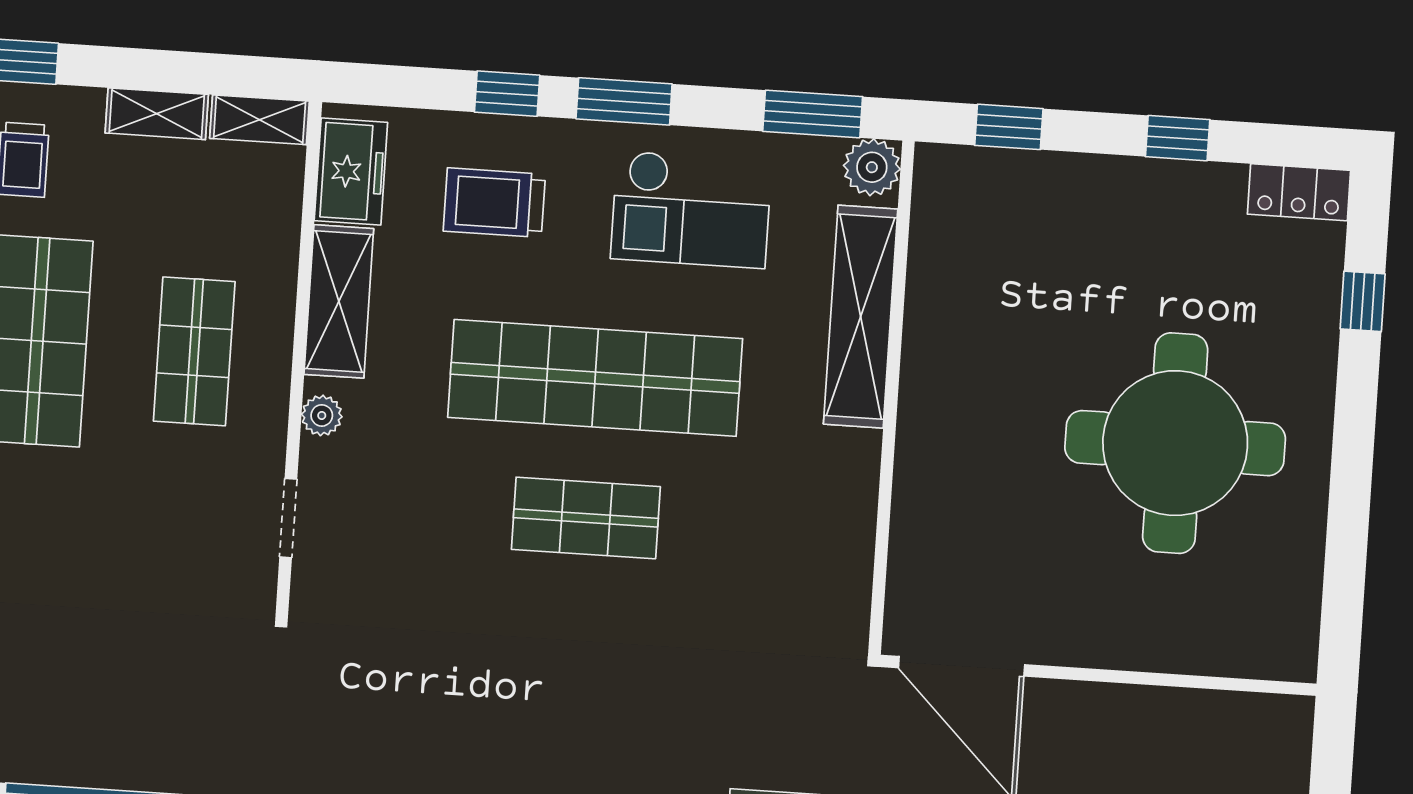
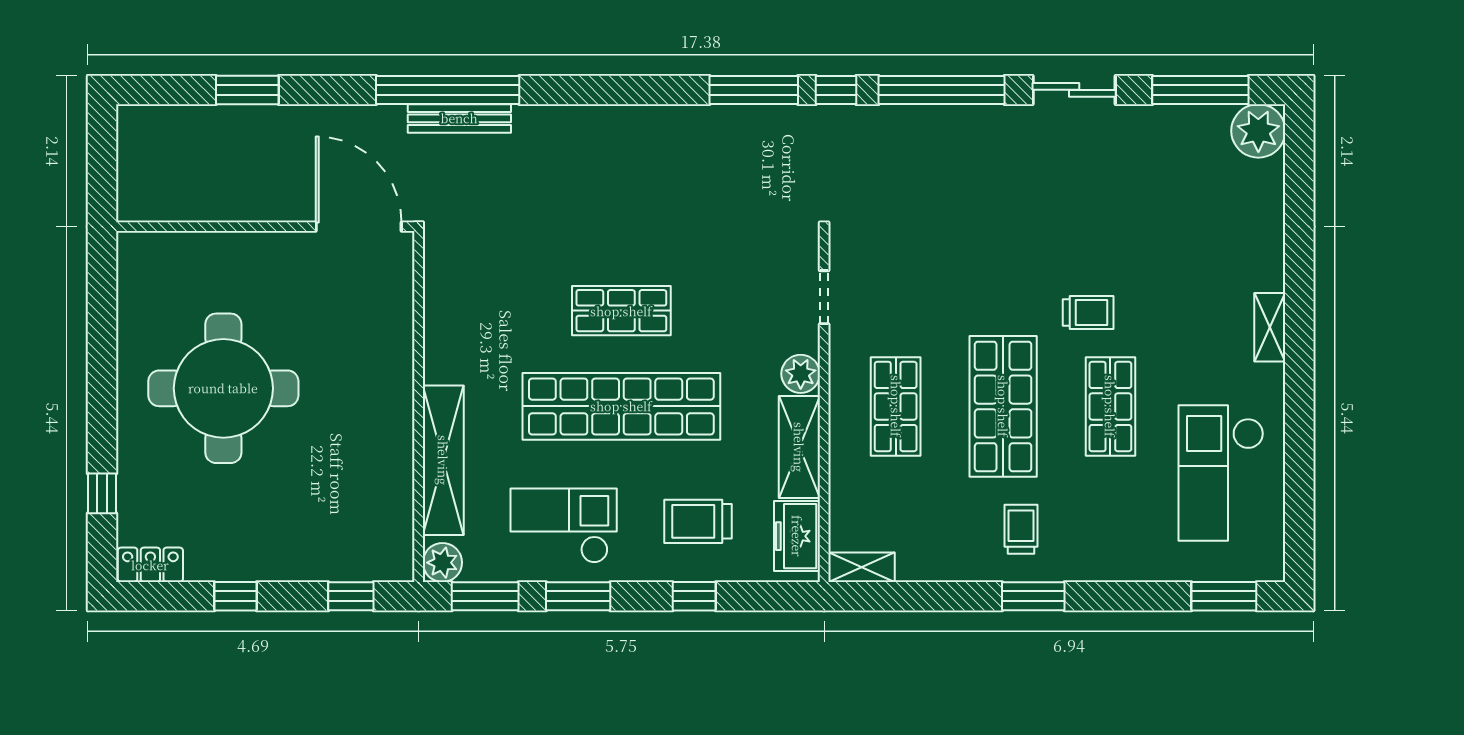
window: (624, 101) -> (578, 596), moved
shelving: (157, 114) -> (932, 567), removed
trolley: (494, 203) -> (698, 521), turned 180
plant: (322, 415) -> (801, 374), width x1.38, depth x1.38

